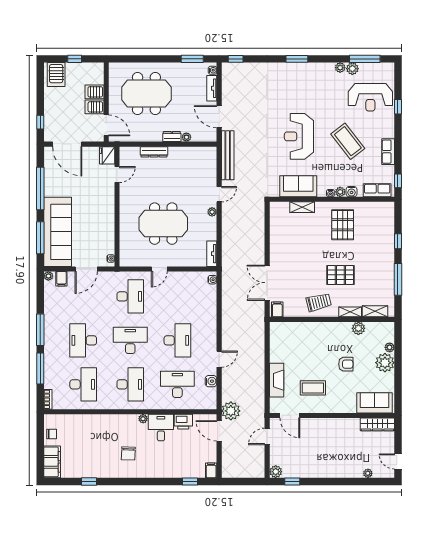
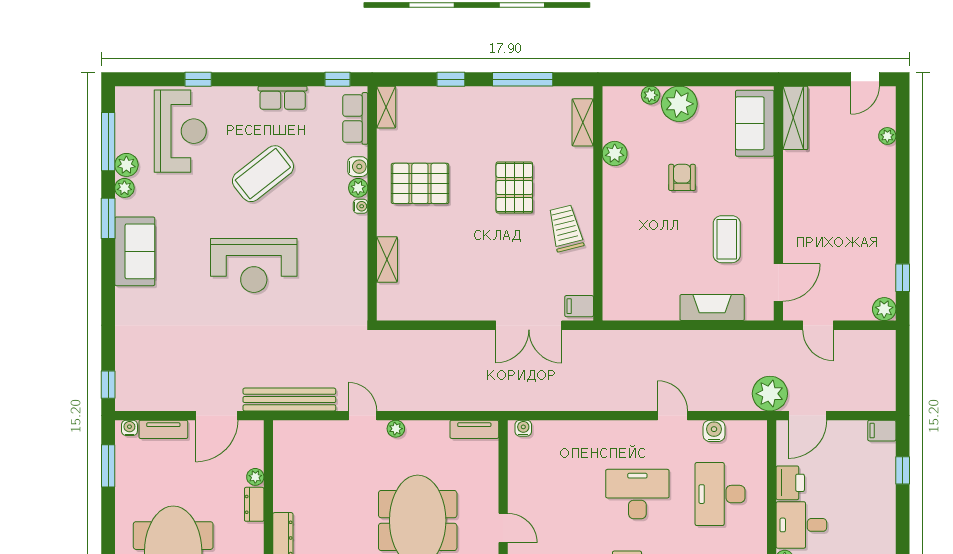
window: (297, 59) -> (108, 218), moved
sofa: (298, 186) -> (135, 251), moved, turned 180
shelving: (350, 312) -> (386, 107), moved

